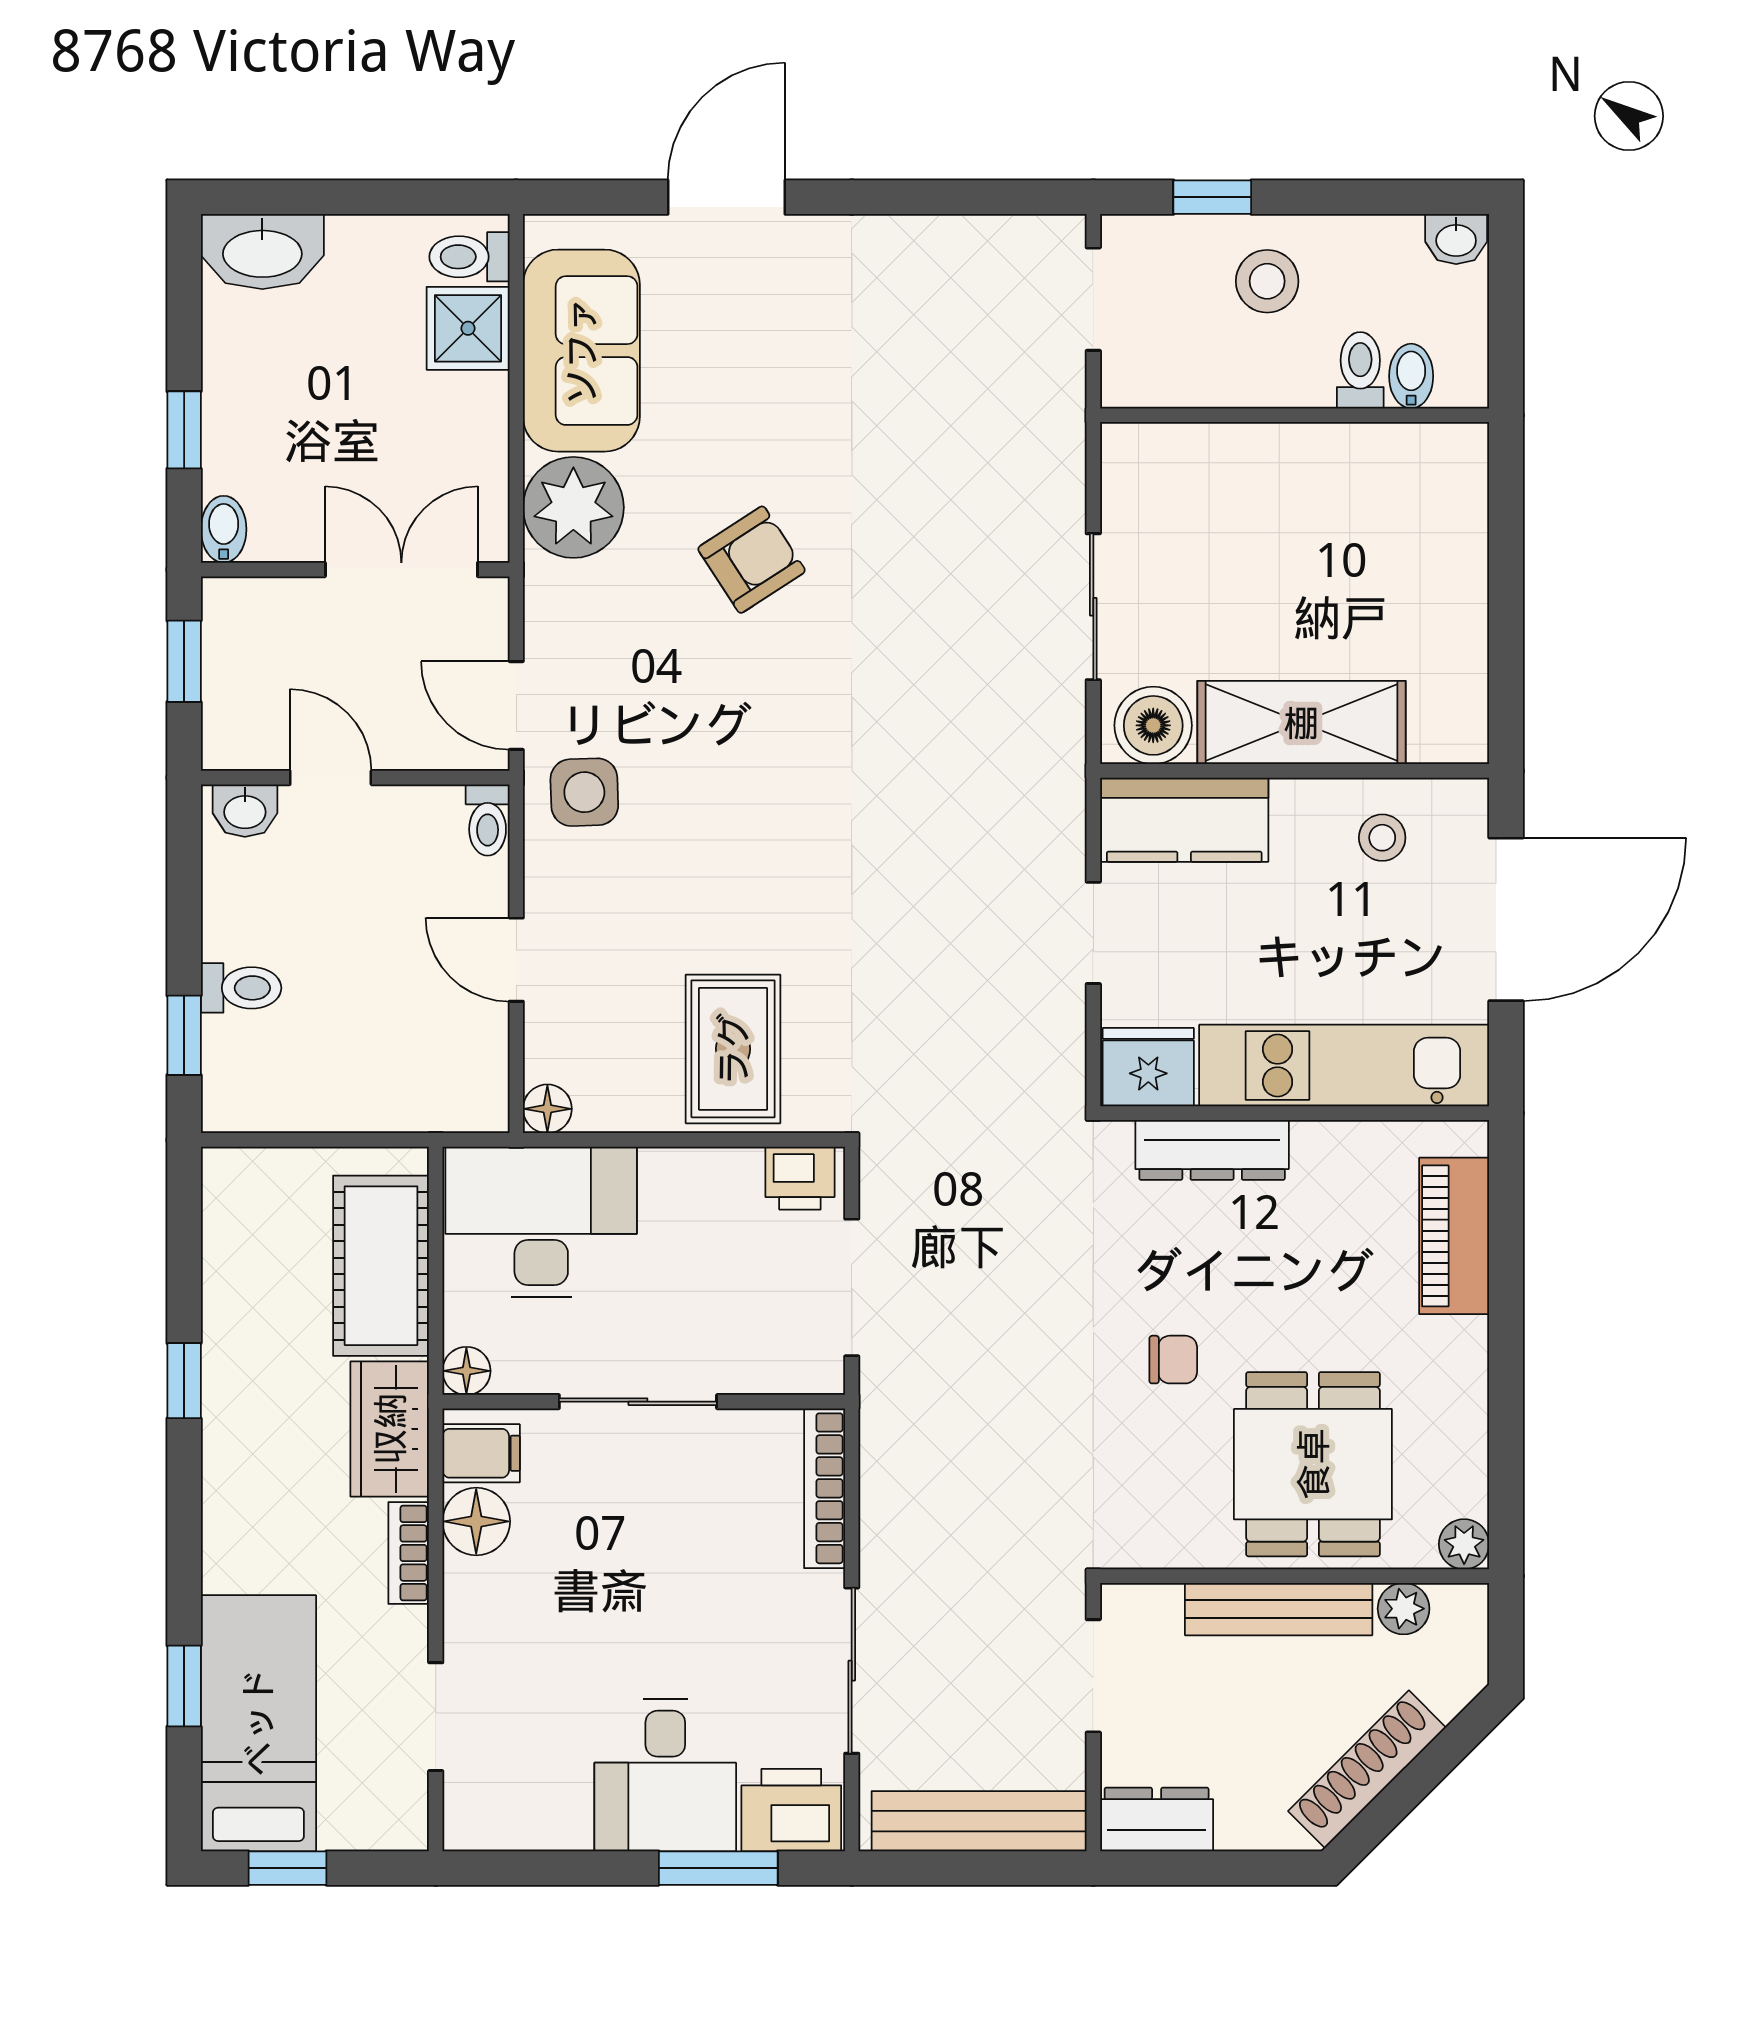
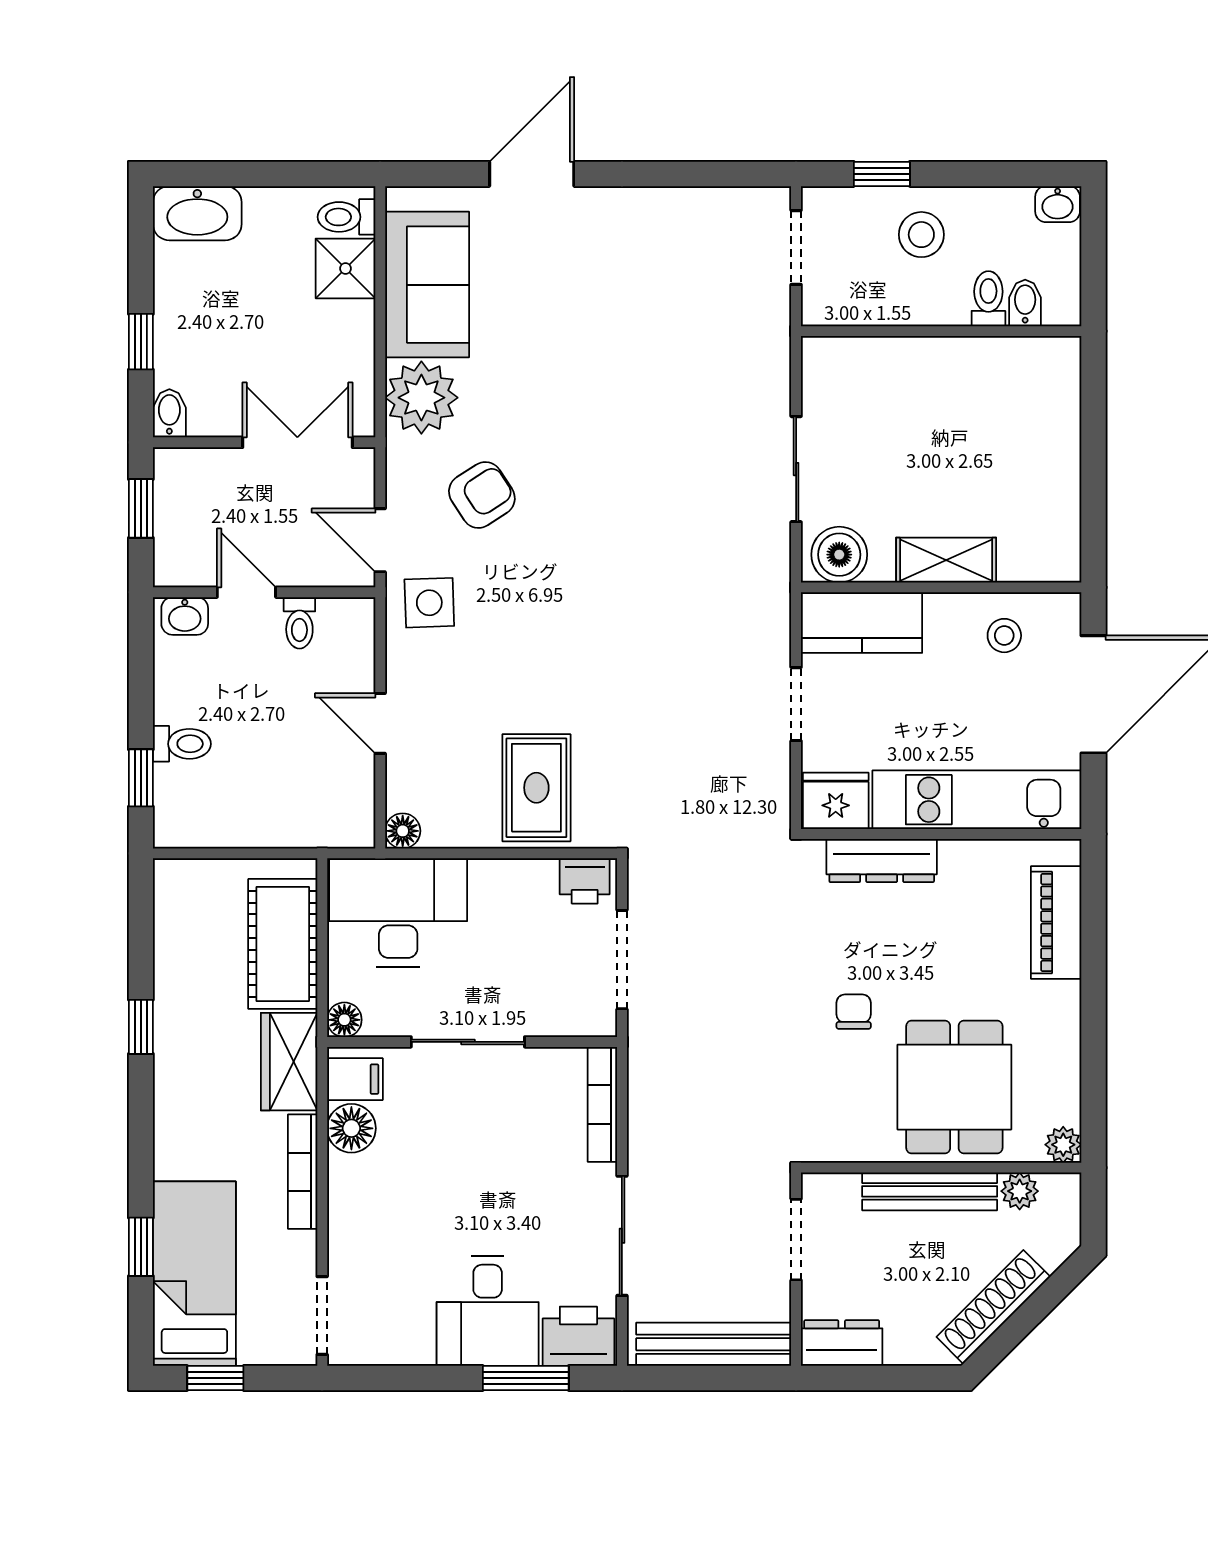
armchair: (752, 560) -> (482, 495), moved
shelving: (1301, 723) -> (946, 560), width x0.67, depth x0.75
toilet: (488, 820) -> (299, 623), moved
chair: (1173, 1360) -> (854, 1012), turned -90
bookcase: (409, 1553) -> (303, 1172), width x1.56
doorway: (436, 1717) -> (322, 1315), moved

